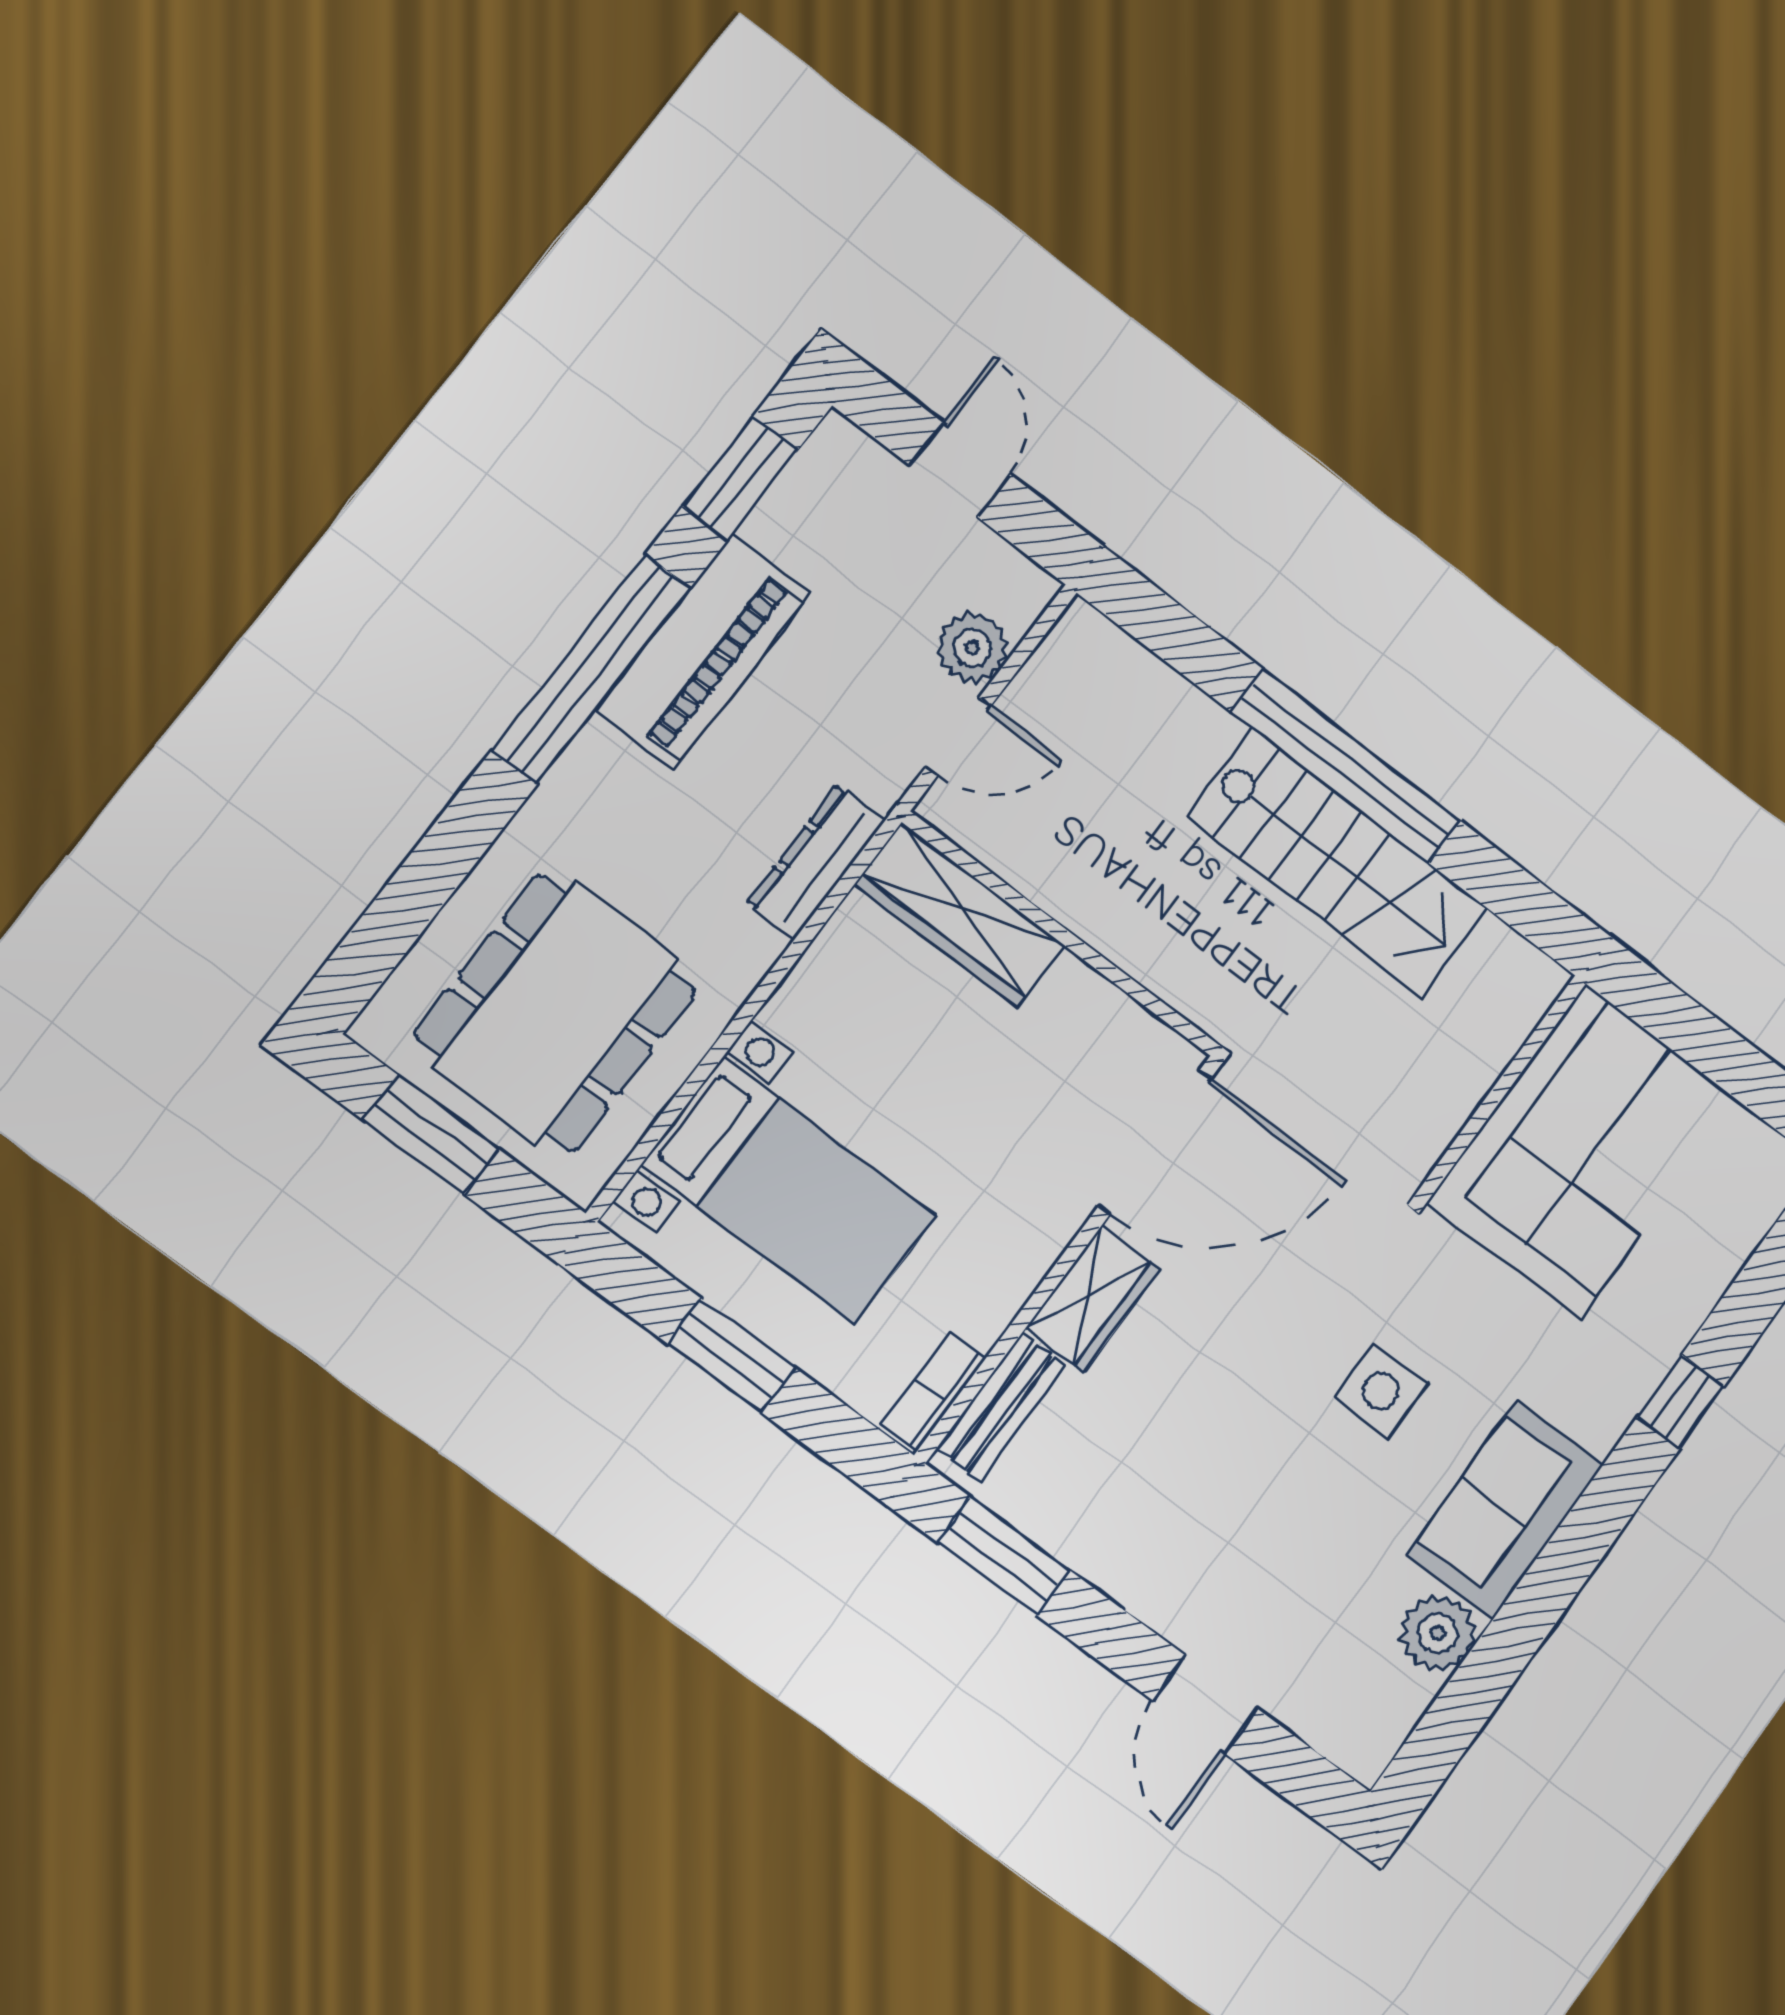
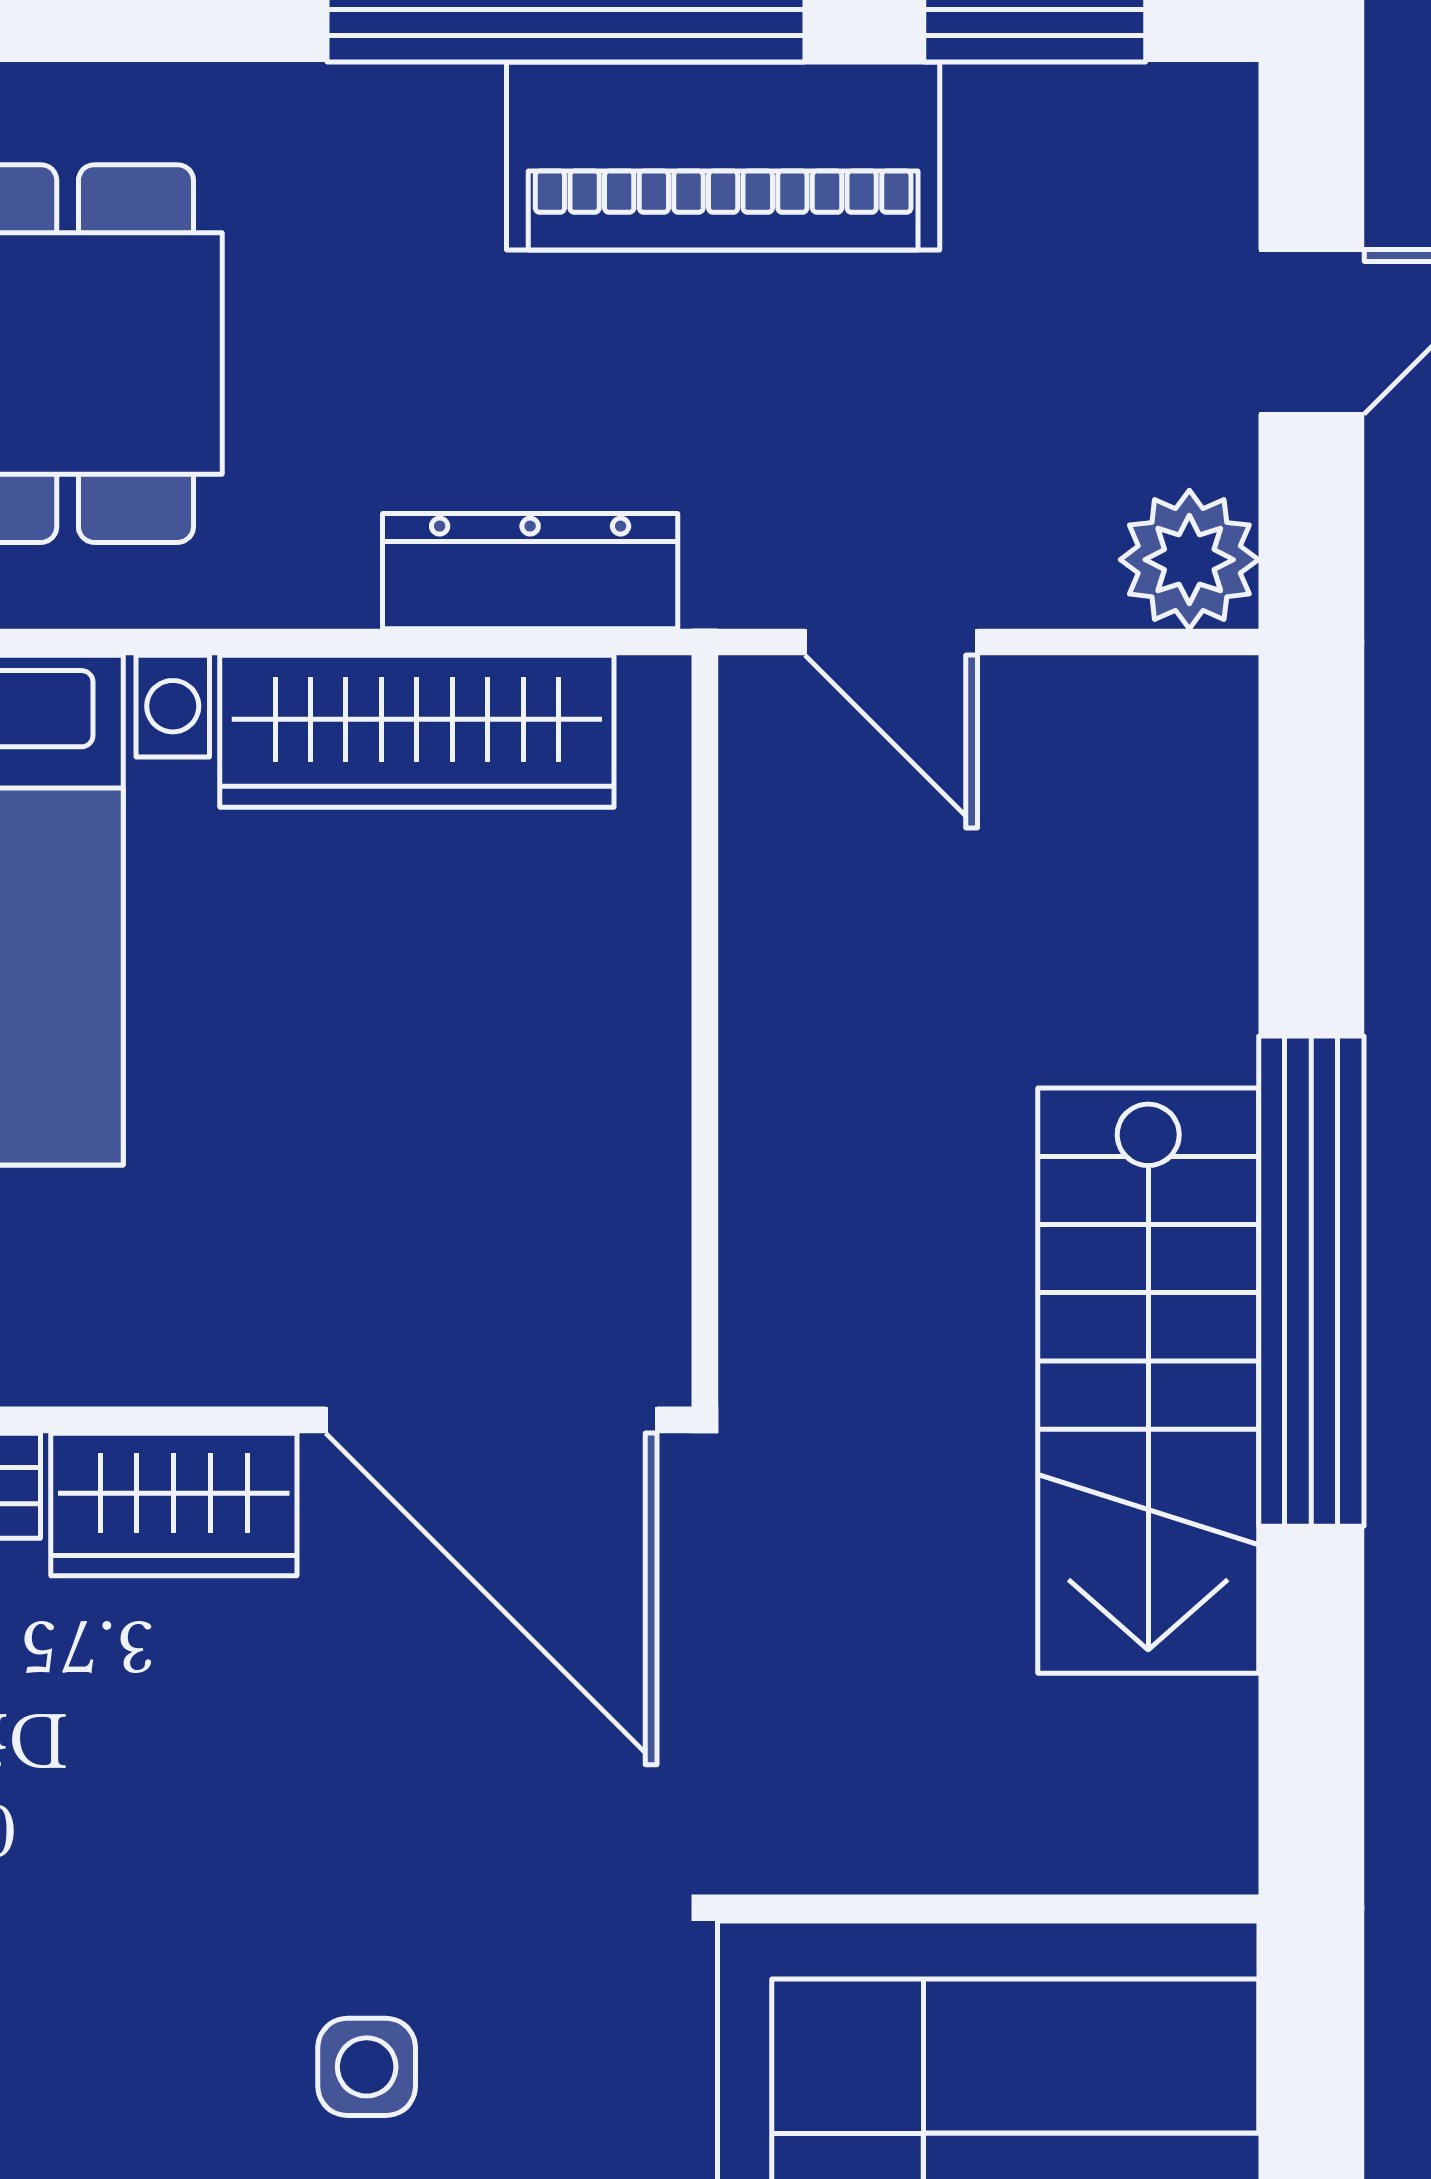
plant: (972, 648) -> (1189, 560), moved
wardrobe: (960, 915) -> (417, 731), moved, turned -90
side table: (1380, 1391) -> (367, 2067), width x0.73, depth x0.73

